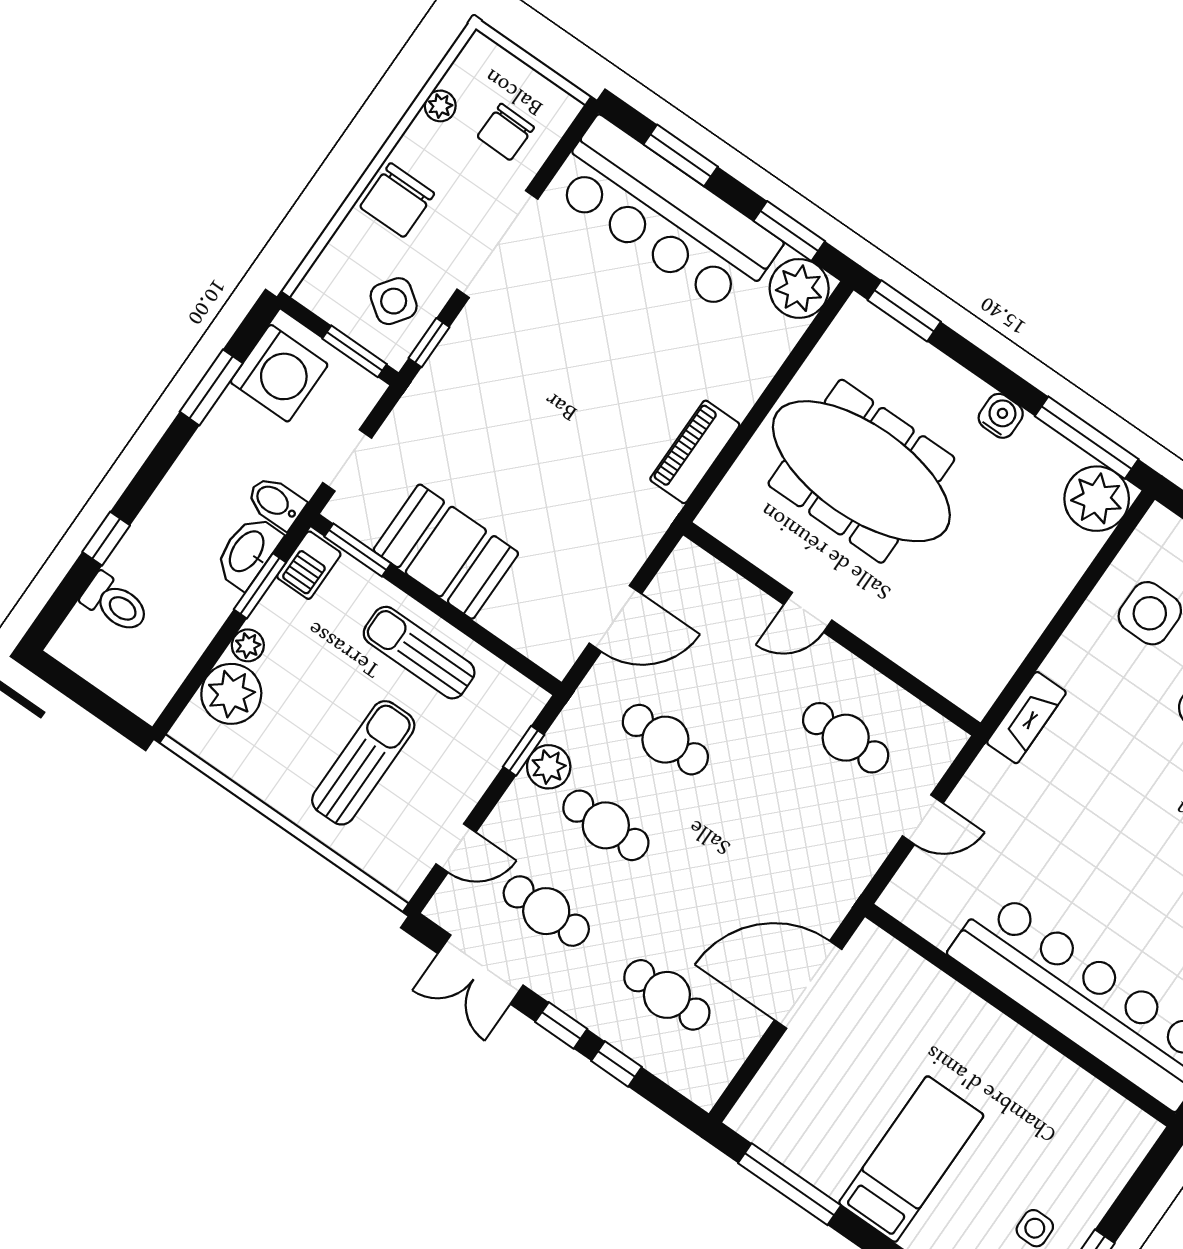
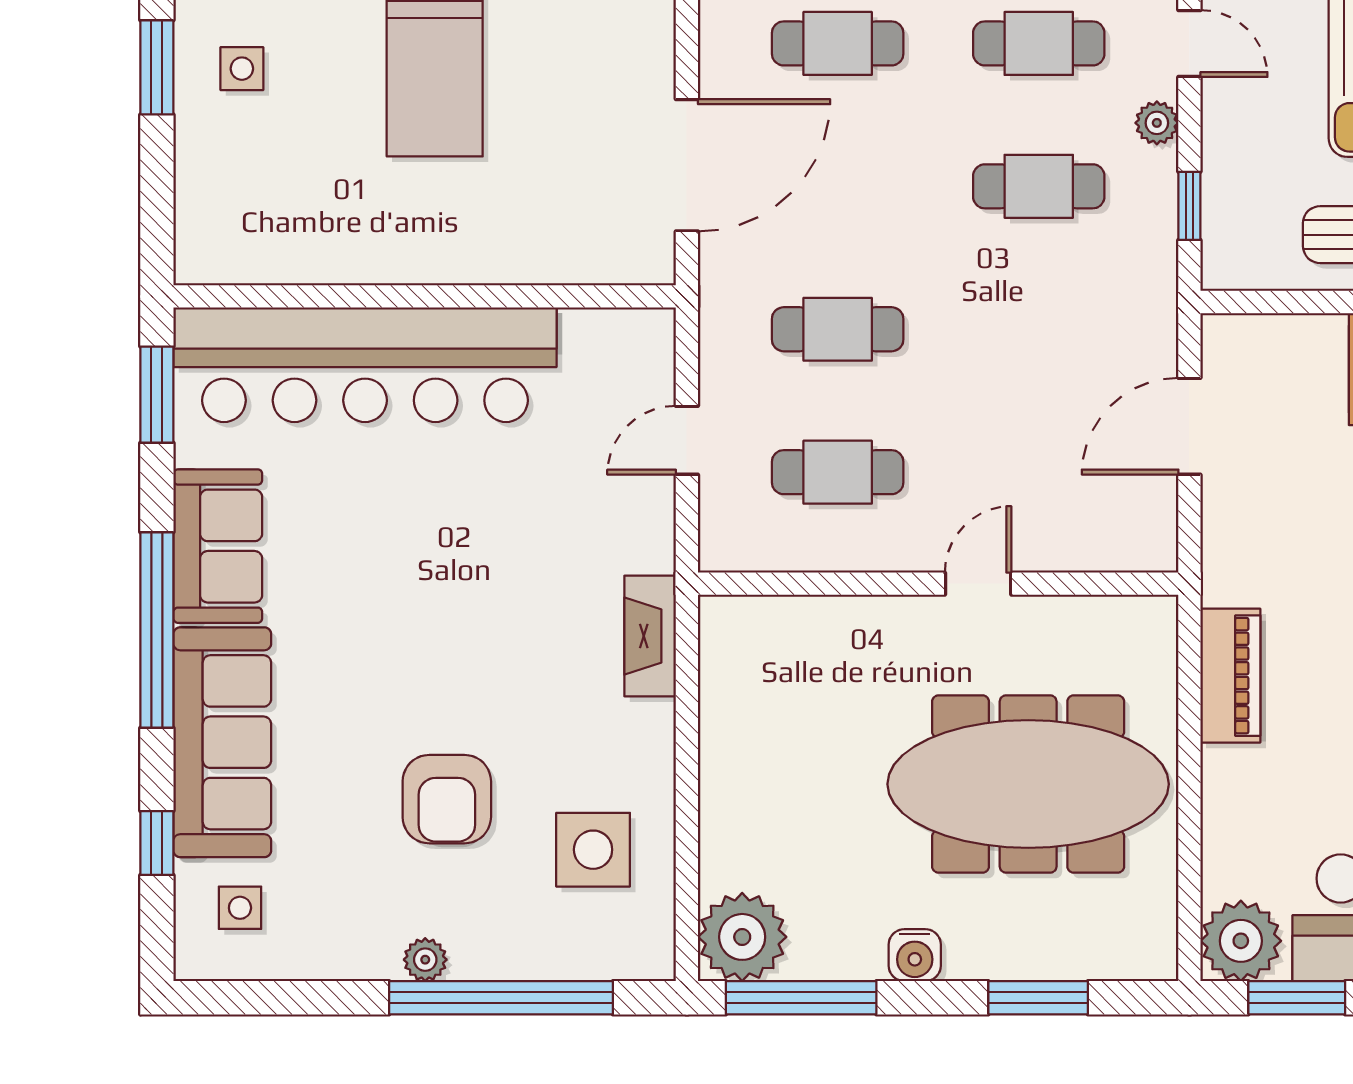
window: (904, 311) -> (1038, 998), moved
cafe table: (665, 740) -> (838, 329), moved
plant: (549, 767) -> (1157, 123), moved, width x0.73, depth x0.73
door: (456, 848) -> (1189, 44), swing flipped

